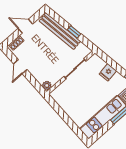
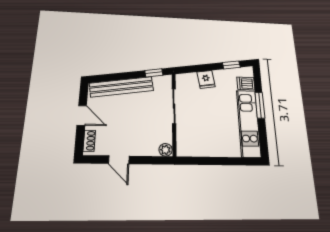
door: (25, 26) -> (82, 115), swing flipped
window: (74, 32) -> (154, 73), moved

